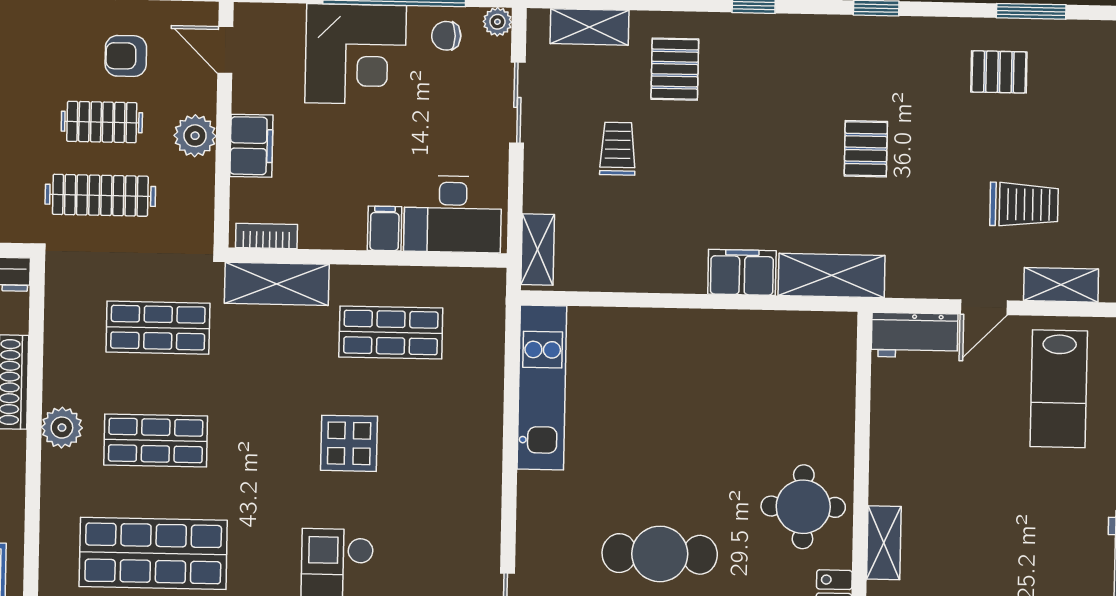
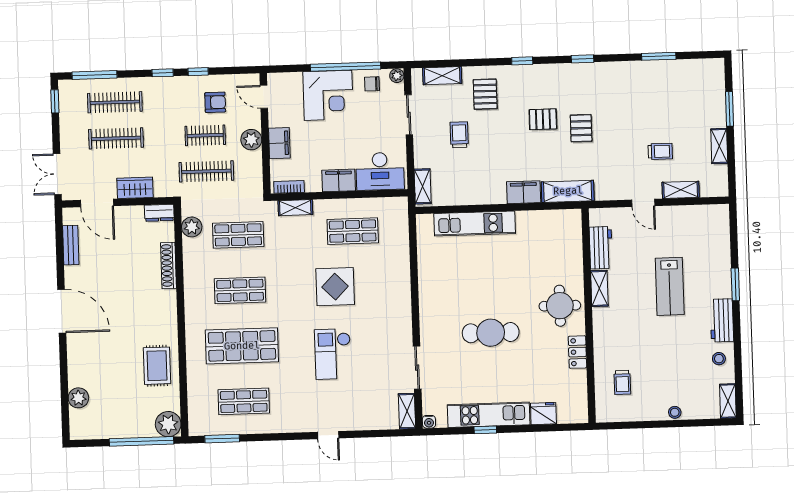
armchair: (126, 56) -> (215, 102), turned 180
pallet: (999, 72) -> (543, 119), moved
trolley: (1024, 204) -> (660, 151), width x0.73, depth x0.72
filing cabinet: (385, 228) -> (339, 180), width x2.00
shelving: (277, 284) -> (295, 208), width x0.67, depth x0.75
door: (984, 307) -> (643, 203), hinge flipped
workbench: (915, 335) -> (601, 248), moved, turned -90
kitchen unit: (542, 387) -> (475, 223), moved, turned 90
lab bench: (1059, 389) -> (670, 286), moved
plant: (62, 428) -> (192, 227), moved
display table: (349, 443) -> (335, 287), width x1.36, depth x1.36
shelving: (884, 543) -> (599, 288), moved

